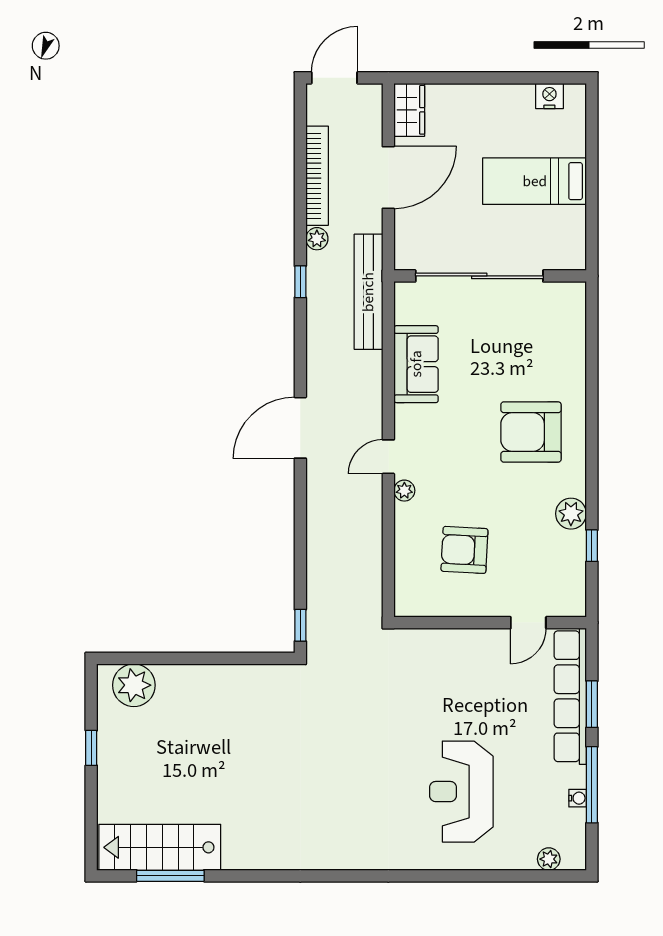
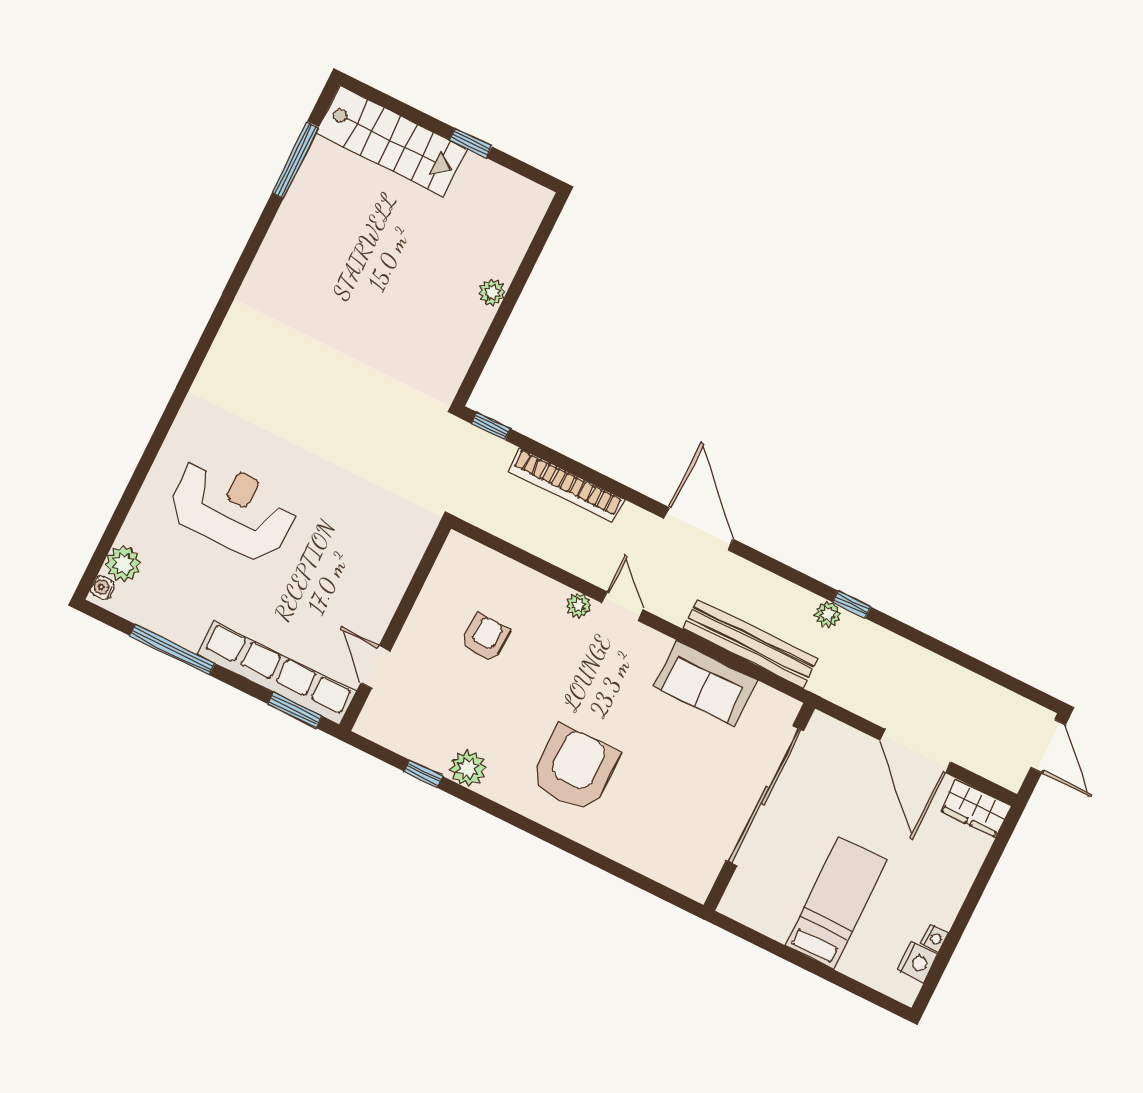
nightstand: (524, 92) -> (935, 938), added
bookcase: (317, 176) -> (566, 485), moved
plant: (317, 239) -> (828, 614), moved
bench: (368, 292) -> (750, 643), moved
armchair: (464, 550) -> (485, 638), width x0.72, depth x0.72
plant: (134, 685) -> (492, 292), moved, width x0.53, depth x0.53
window: (592, 704) -> (295, 710), moved
water cooler: (578, 798) -> (103, 588), moved, turned 90
stairs: (160, 847) -> (392, 141), moved, turned 90
plant: (549, 859) -> (123, 564), width x1.38, depth x1.38

